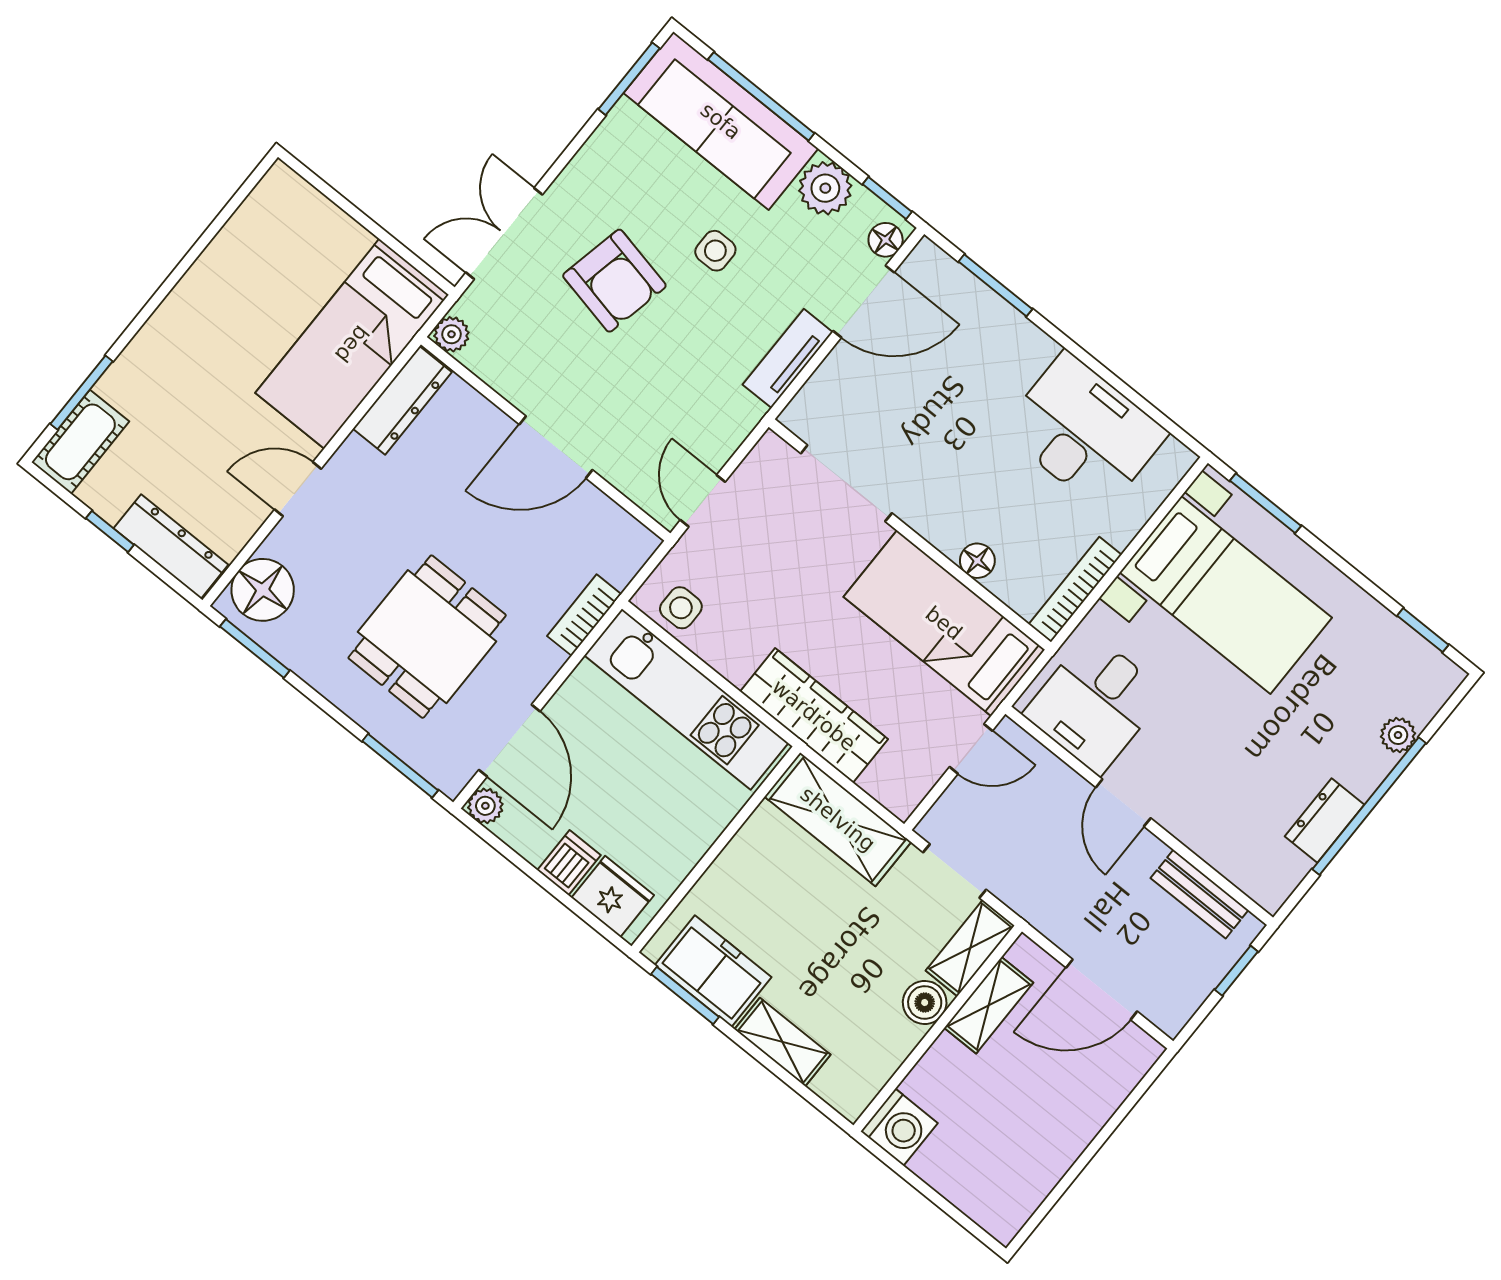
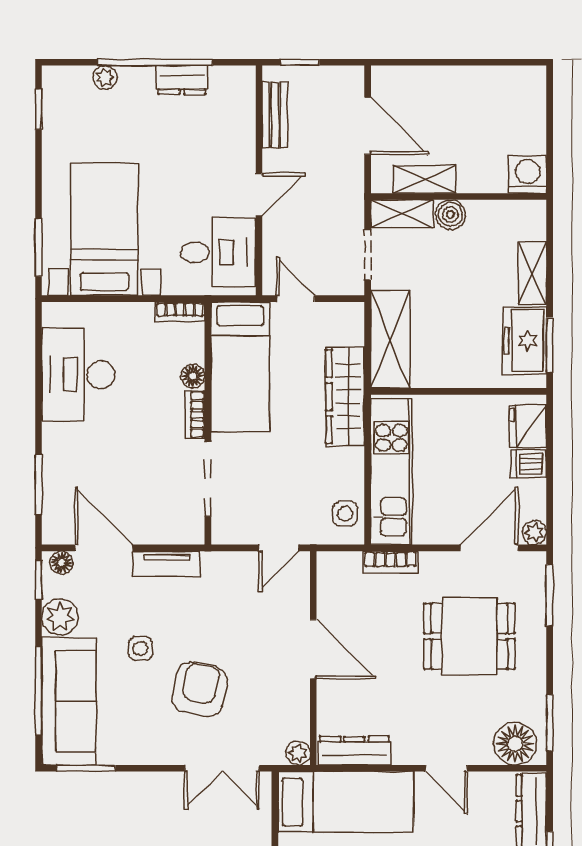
bookcase: (931, 528) -> (195, 415), added
bookcase: (1075, 589) -> (180, 312), width x0.64

